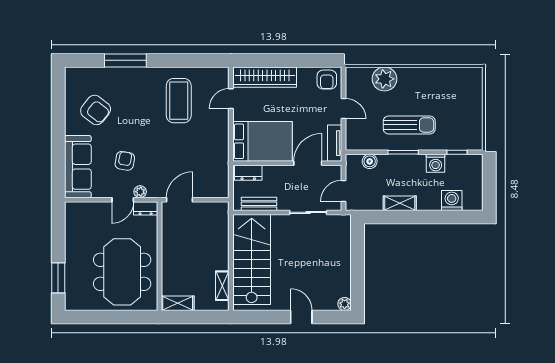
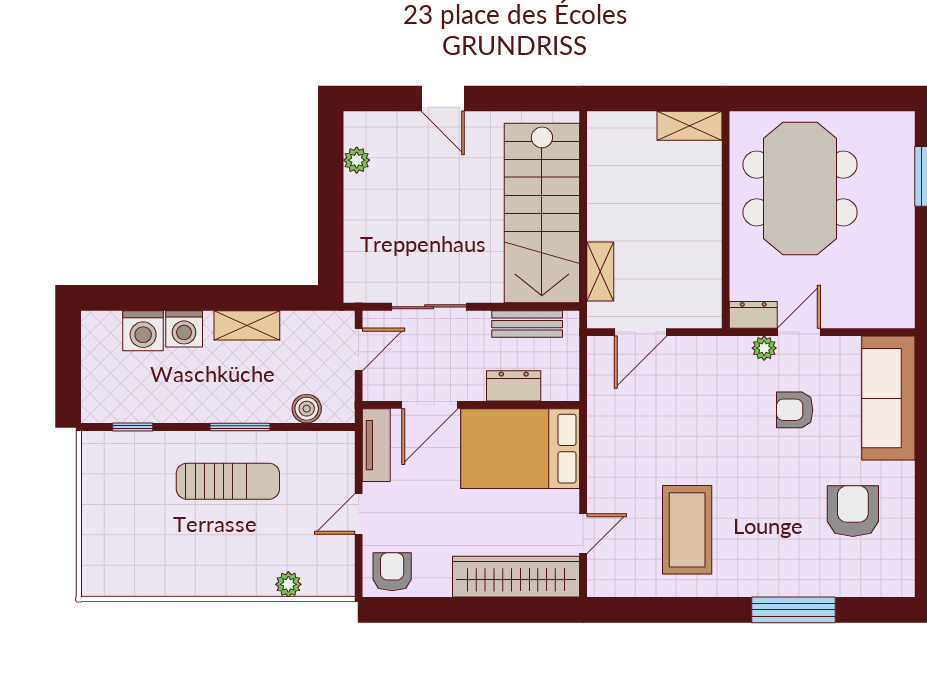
plant: (384, 79) -> (288, 584), width x0.53, depth x0.53
door: (344, 109) -> (359, 514), hinge flipped
armchair: (96, 110) -> (853, 511), turned 52
sun lounger: (409, 125) -> (228, 481), turned 180
armchair: (125, 161) -> (795, 410), turned 80
washing machine: (436, 163) -> (184, 329), moved, turned 180
dresser: (248, 173) -> (514, 386), moved
door: (180, 200) -> (641, 332), moved
shelving: (222, 286) -> (600, 272), moved
plant: (345, 304) -> (357, 160), moved

